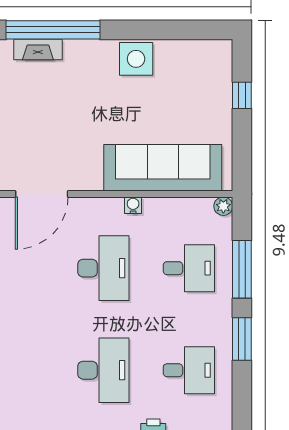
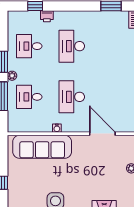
door: (42, 194) -> (102, 134), hinge flipped
plant: (223, 206) -> (12, 76), moved

